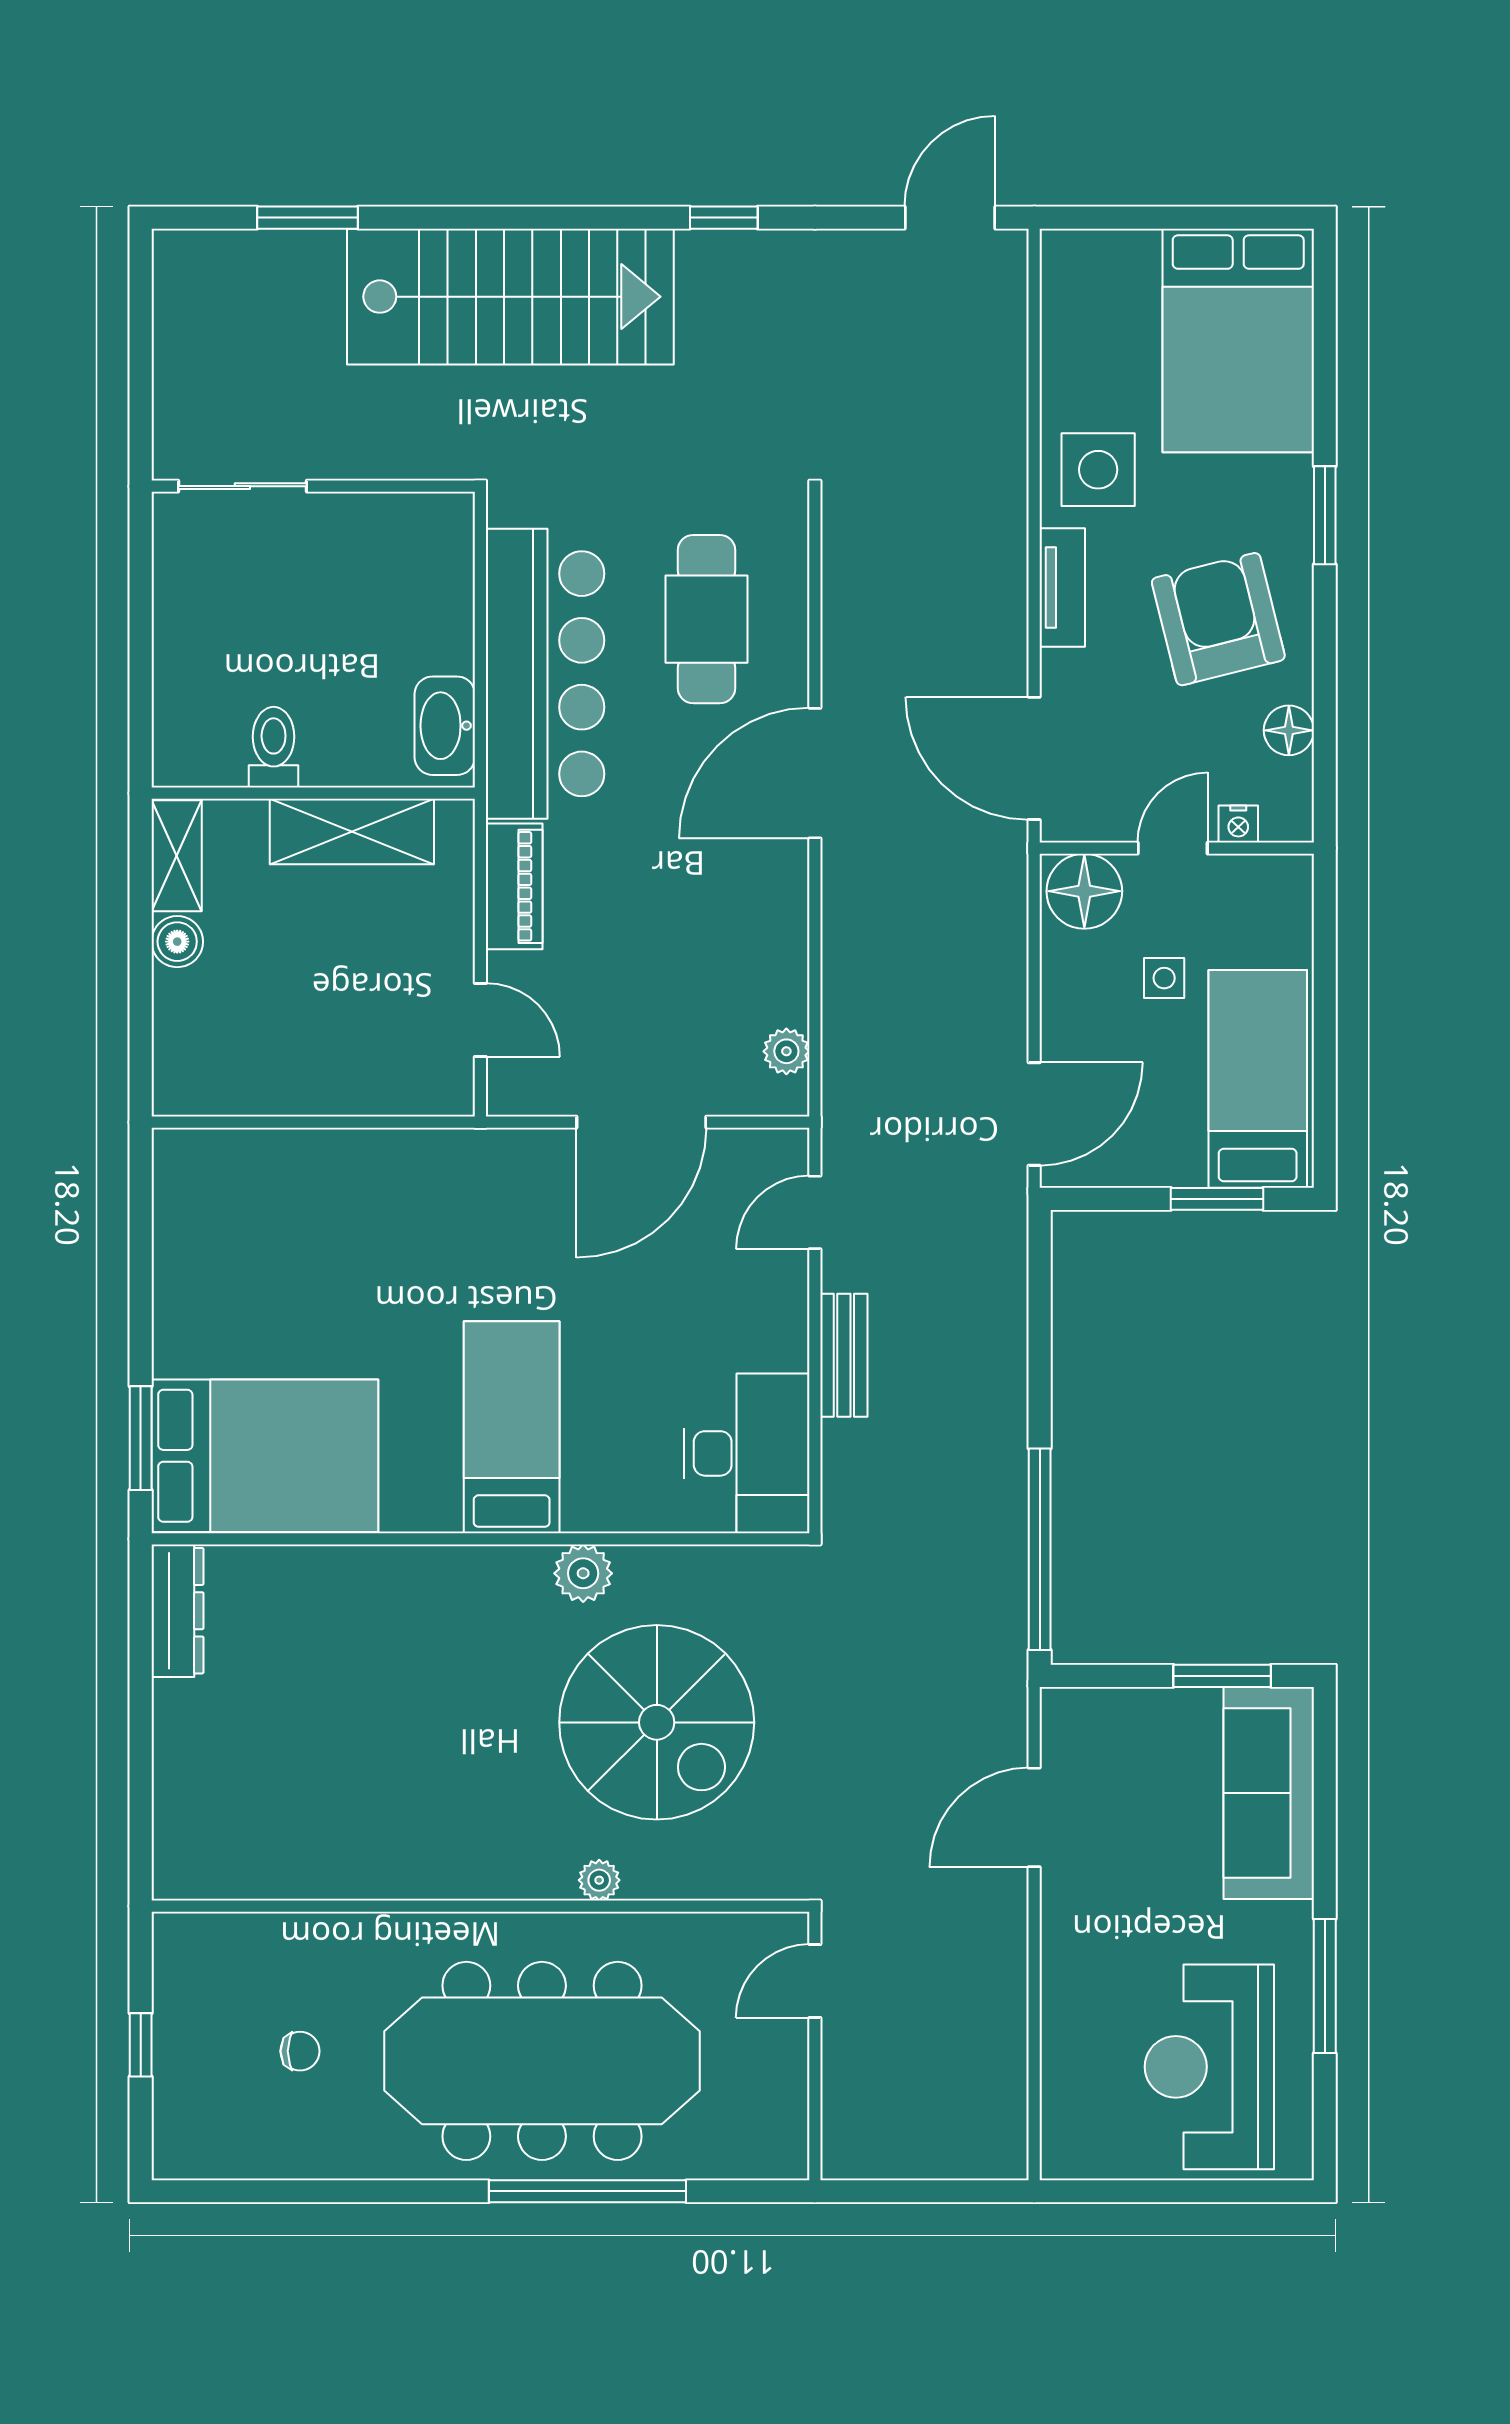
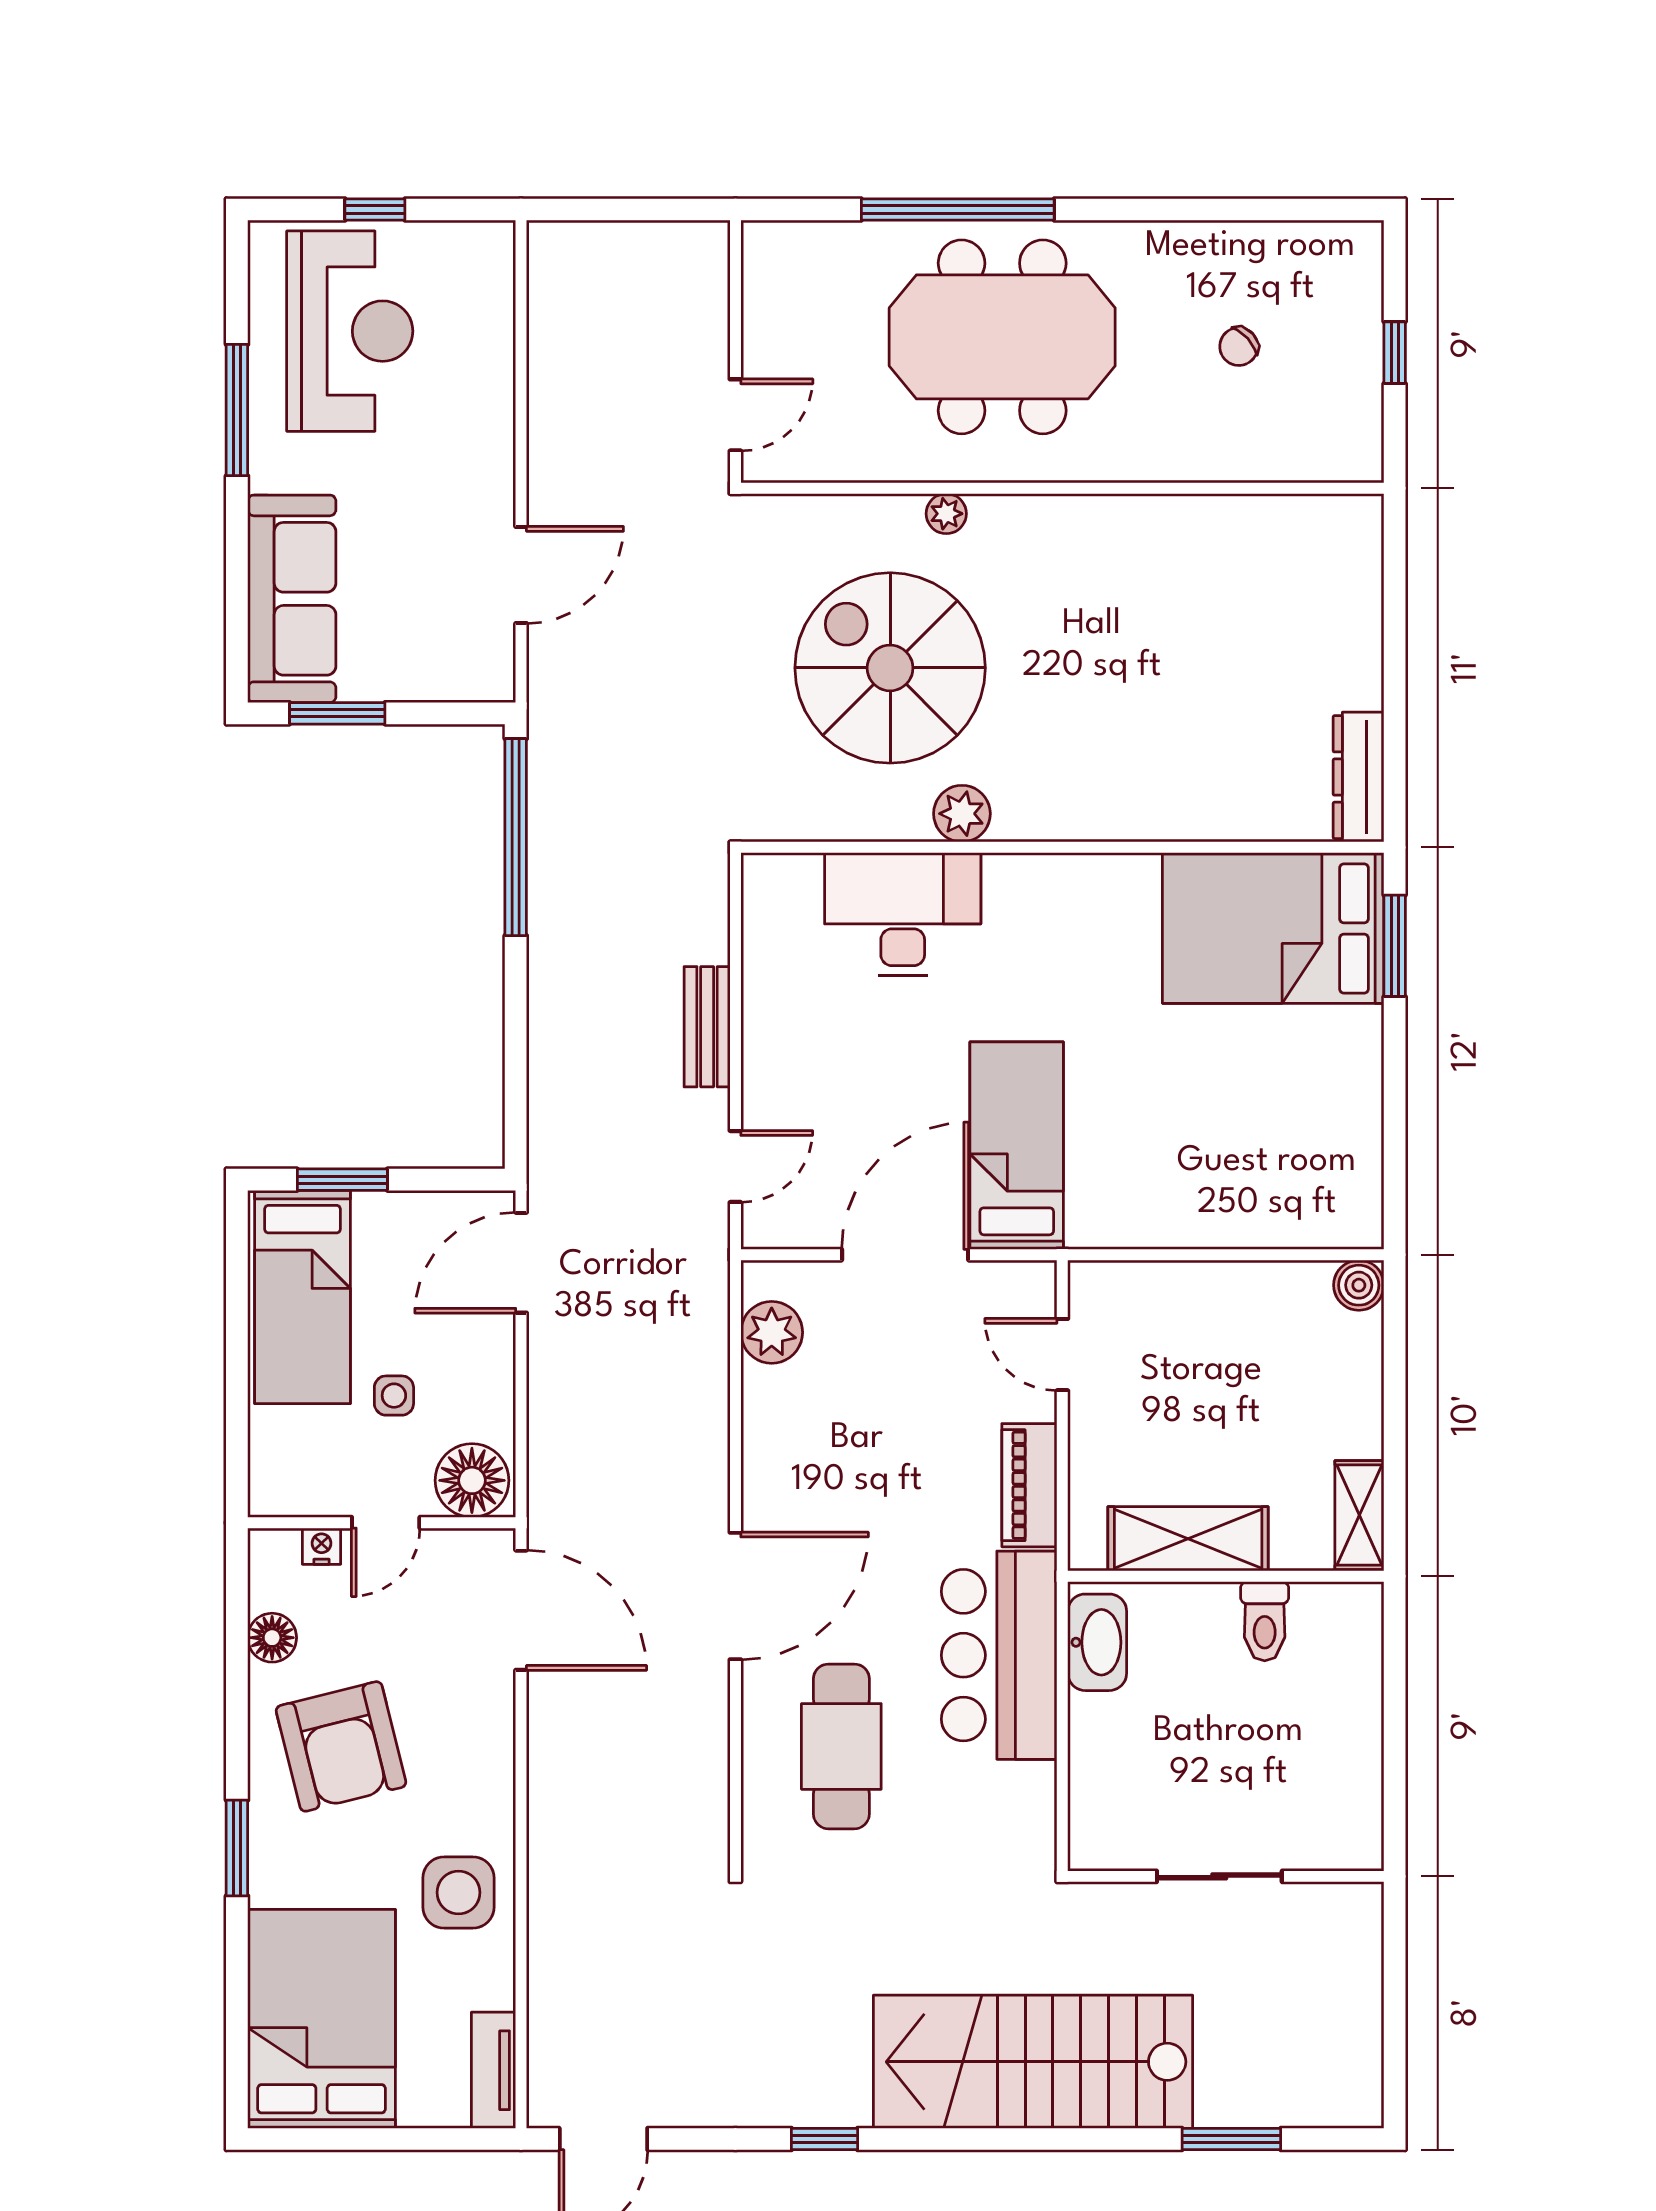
sliding door: (242, 486) -> (1219, 1876), moved
tv unit: (1062, 588) -> (493, 2070), moved
bar counter: (545, 674) -> (999, 1655), width x0.73
boiler: (177, 942) -> (1359, 1285), moved
plant: (786, 1051) -> (772, 1332), width x1.38, depth x1.38
bed: (512, 1427) -> (1017, 1146), moved, turned 180
desk: (747, 1453) -> (903, 914), moved, turned 90
chair: (300, 2051) -> (1239, 346), turned -42
meeting table: (542, 2061) -> (1002, 337), width x0.73
window: (1184, 2191) -> (375, 210), added

